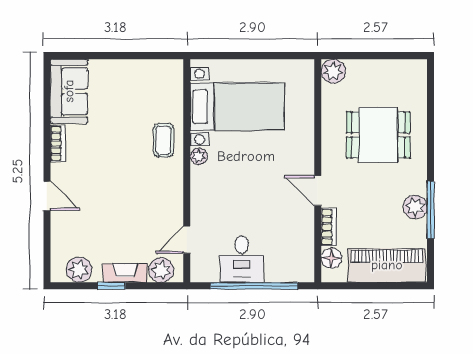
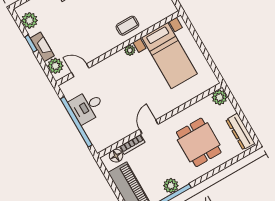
dresser: (396, 70) -> (240, 132), added

